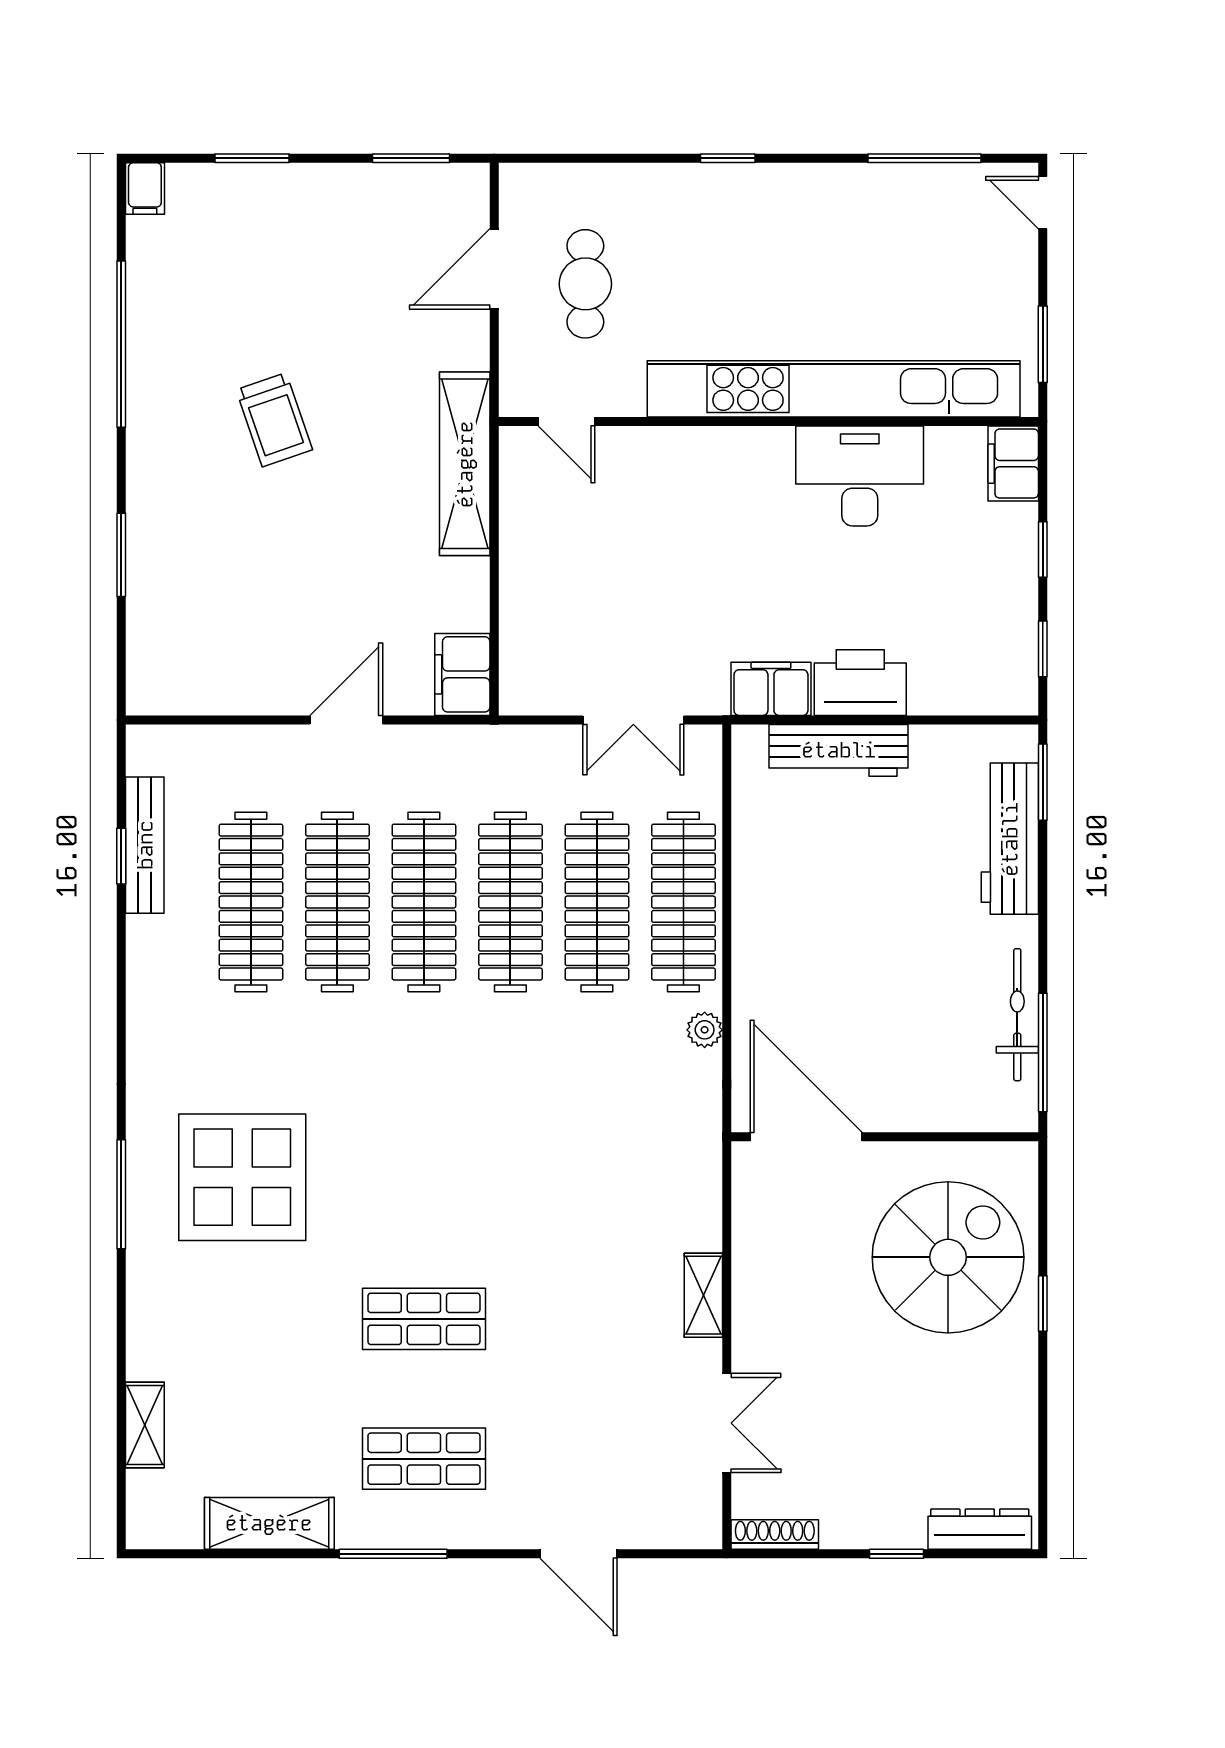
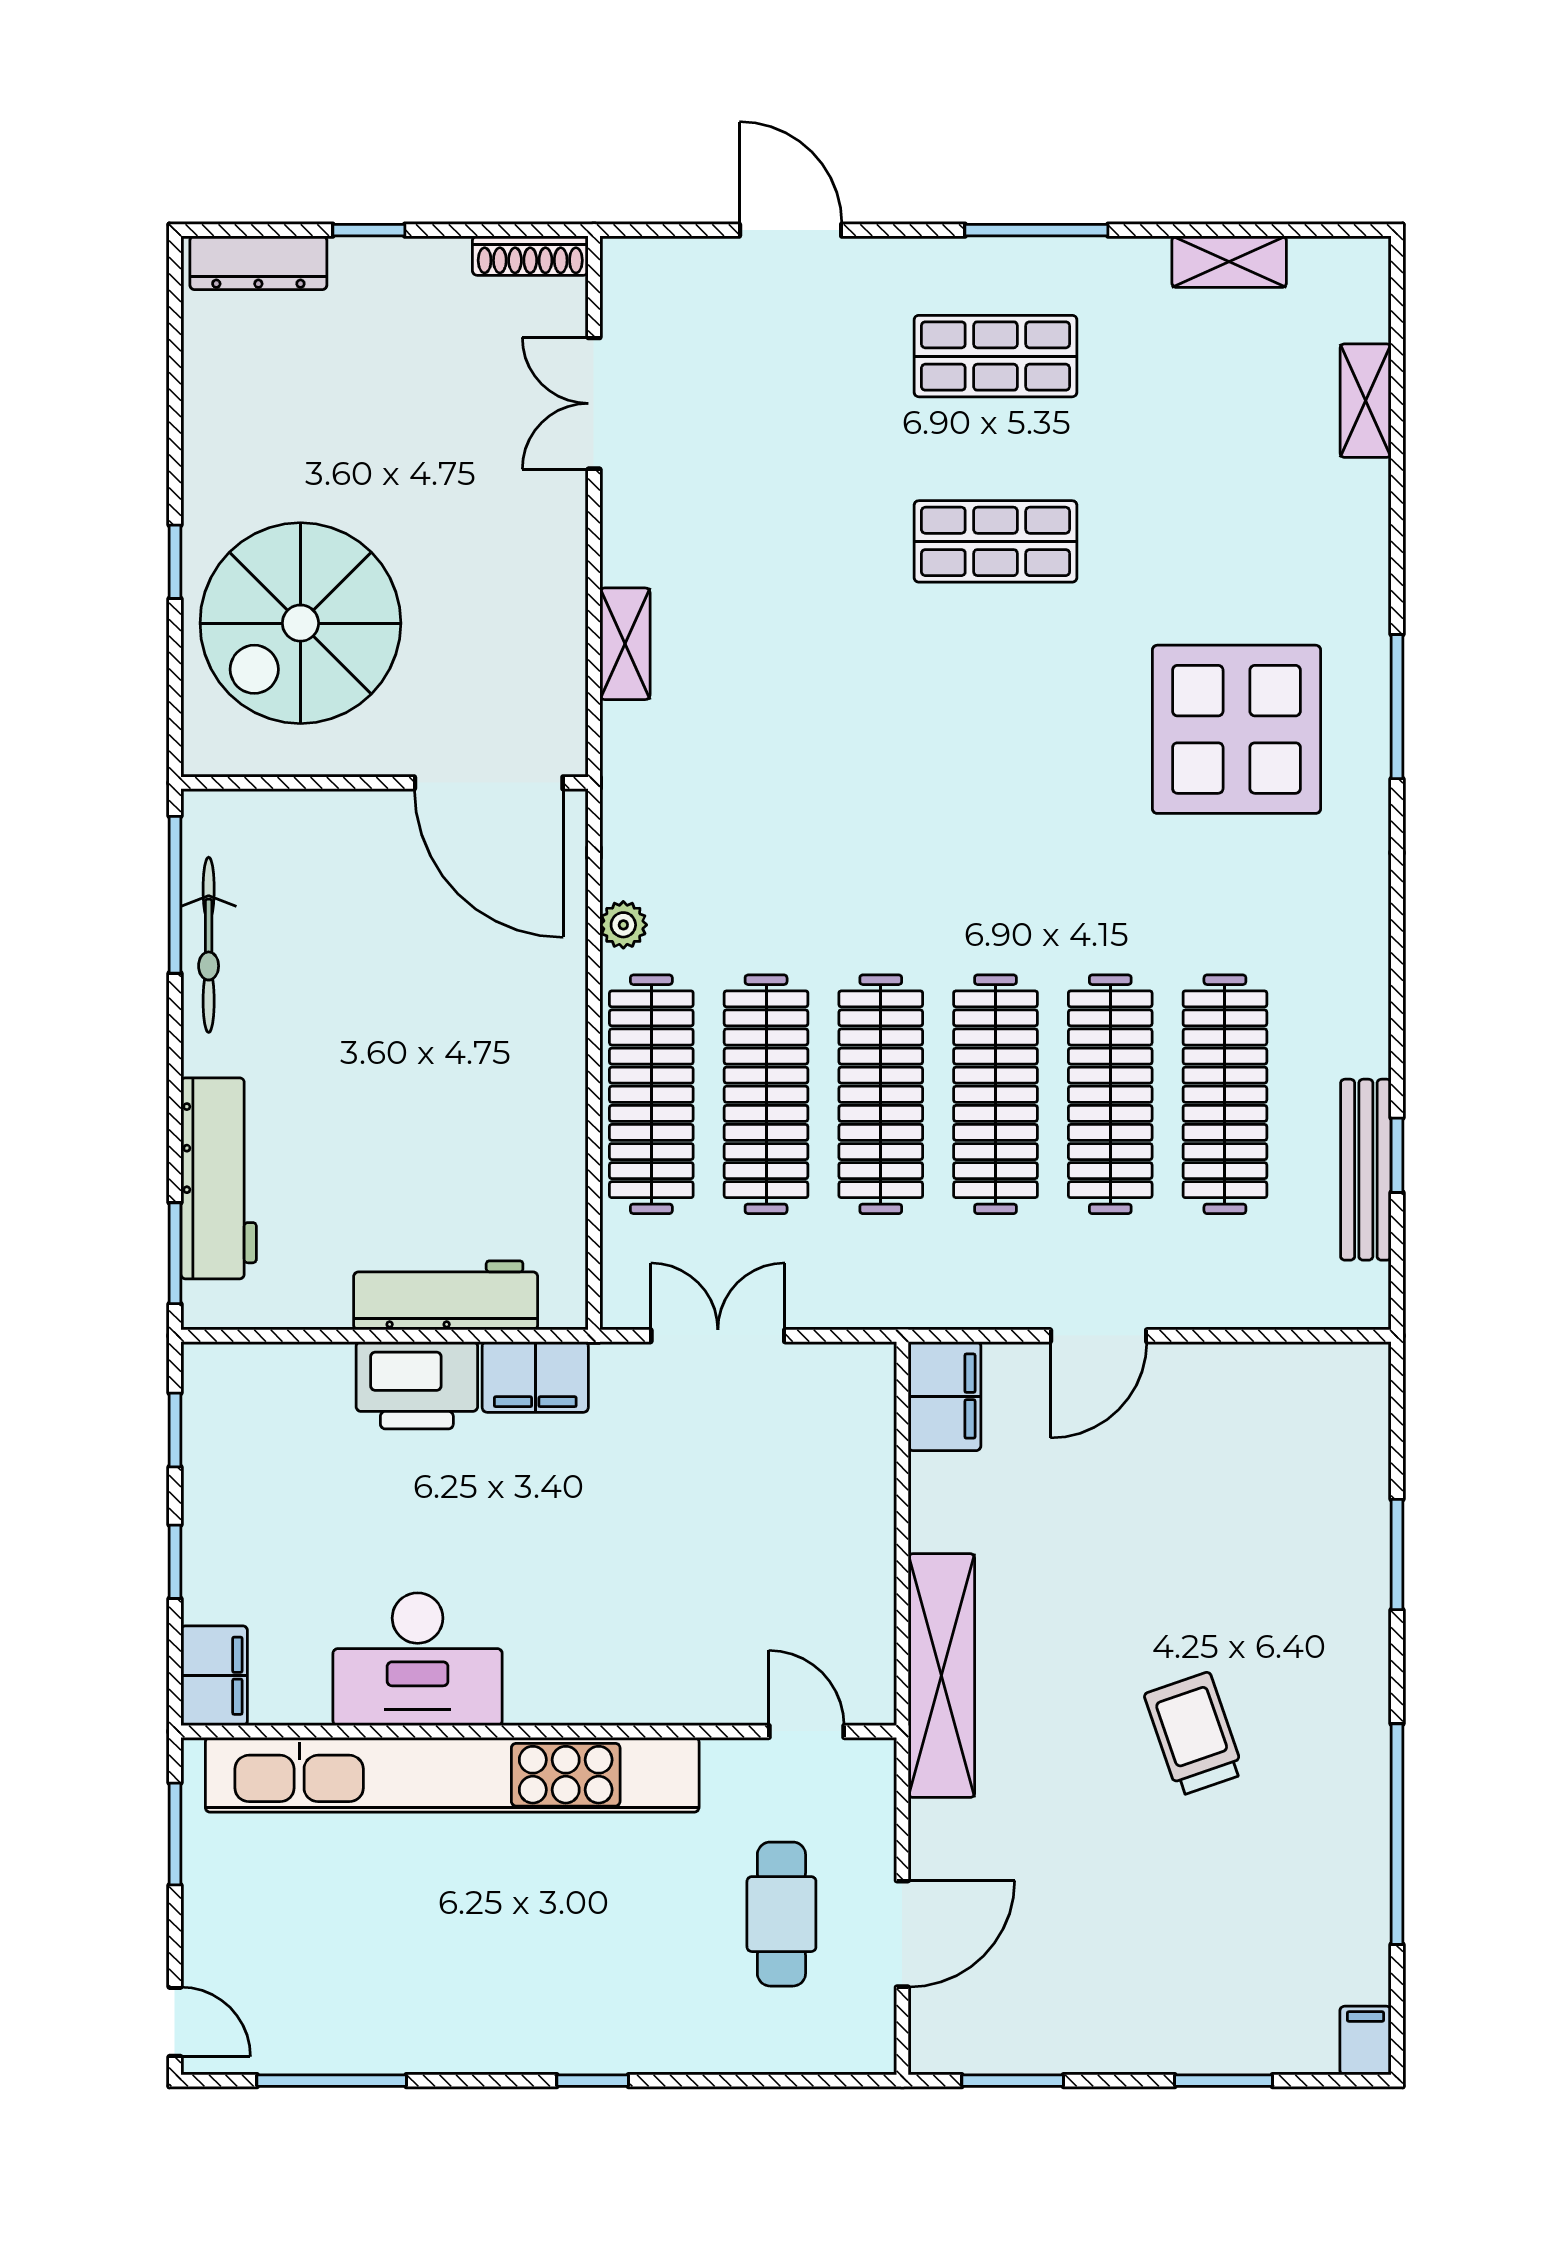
shelving: (703, 1295) -> (625, 644), moved
shelving: (269, 1523) -> (1229, 262), width x0.67, depth x0.75

